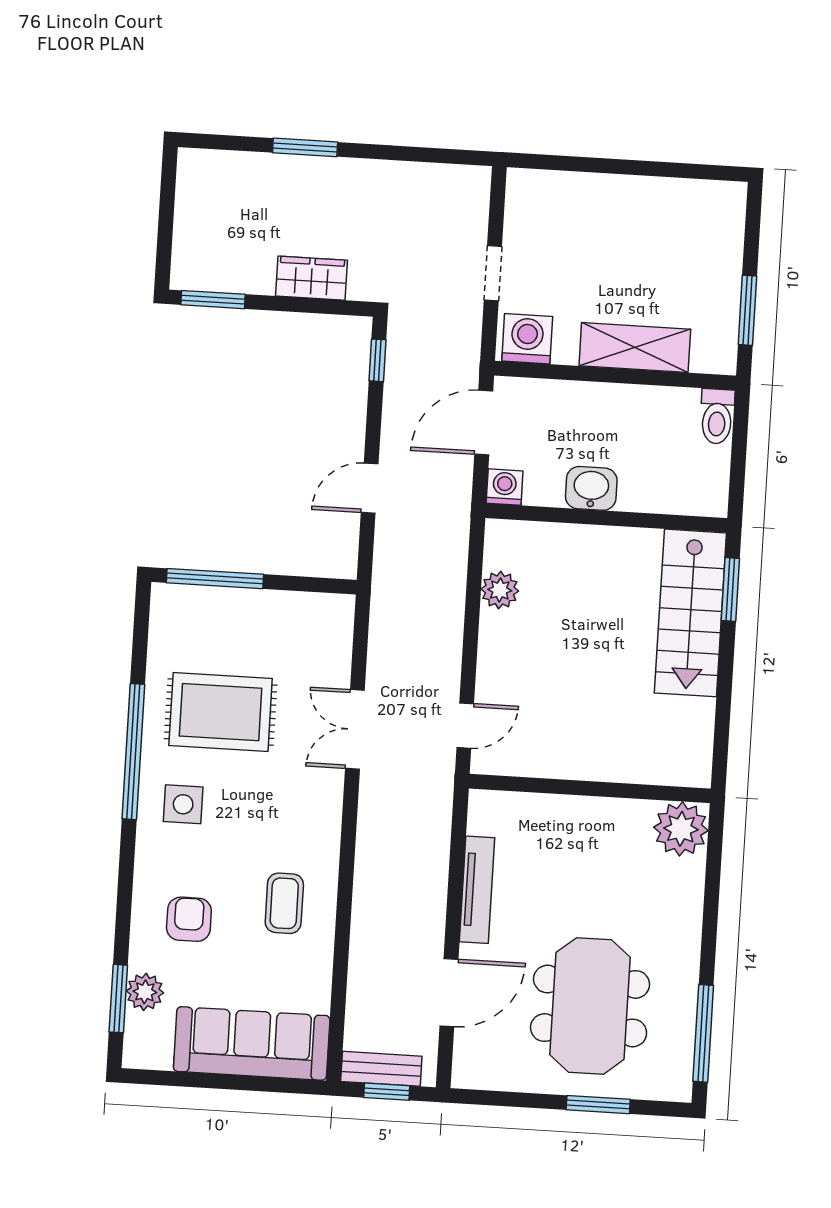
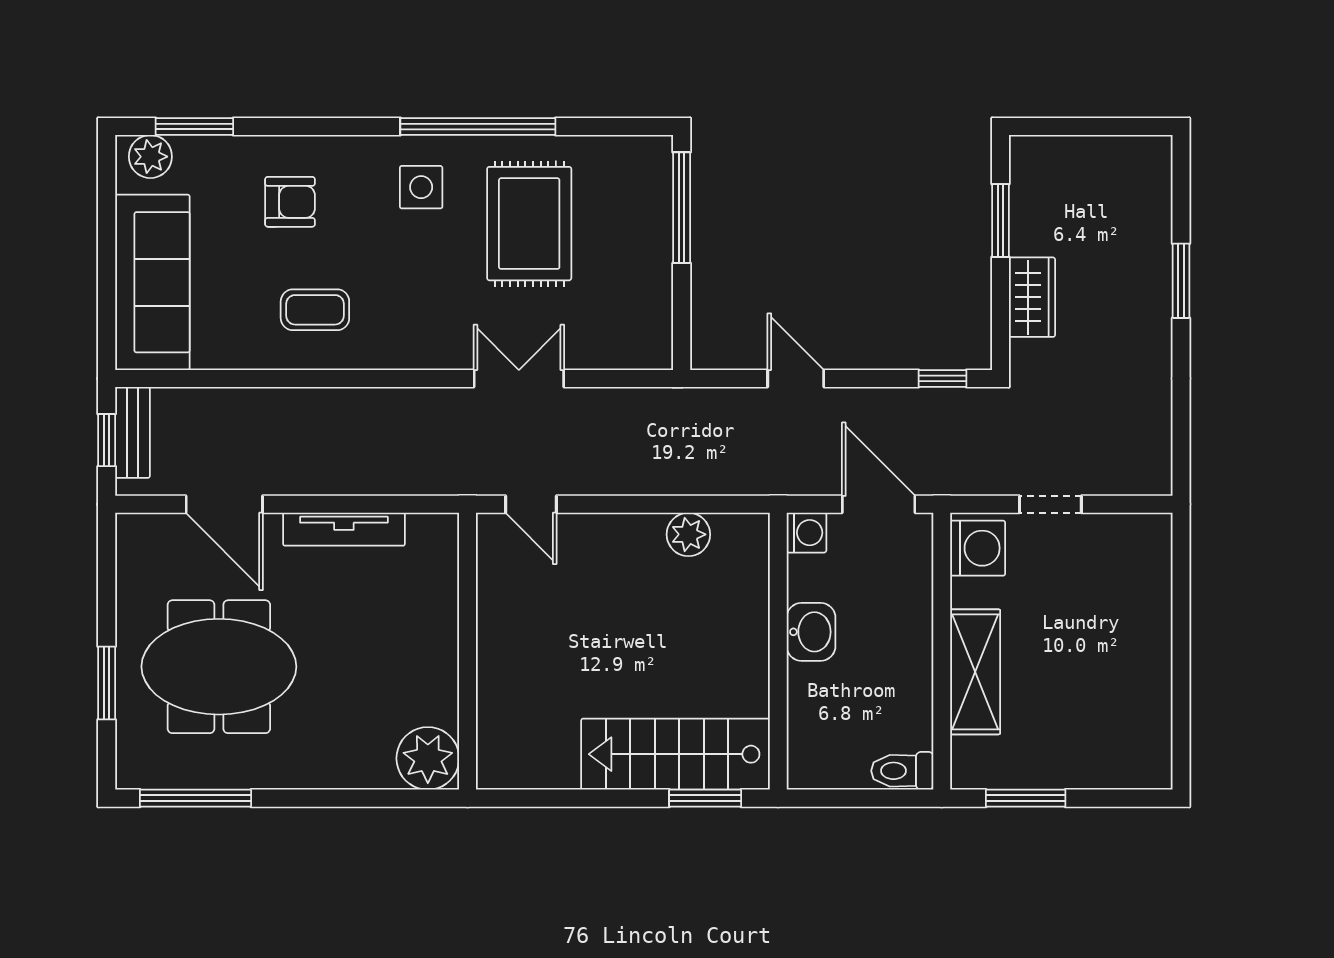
window: (213, 300) -> (1001, 220), moved
plant: (145, 992) -> (150, 157), moved

